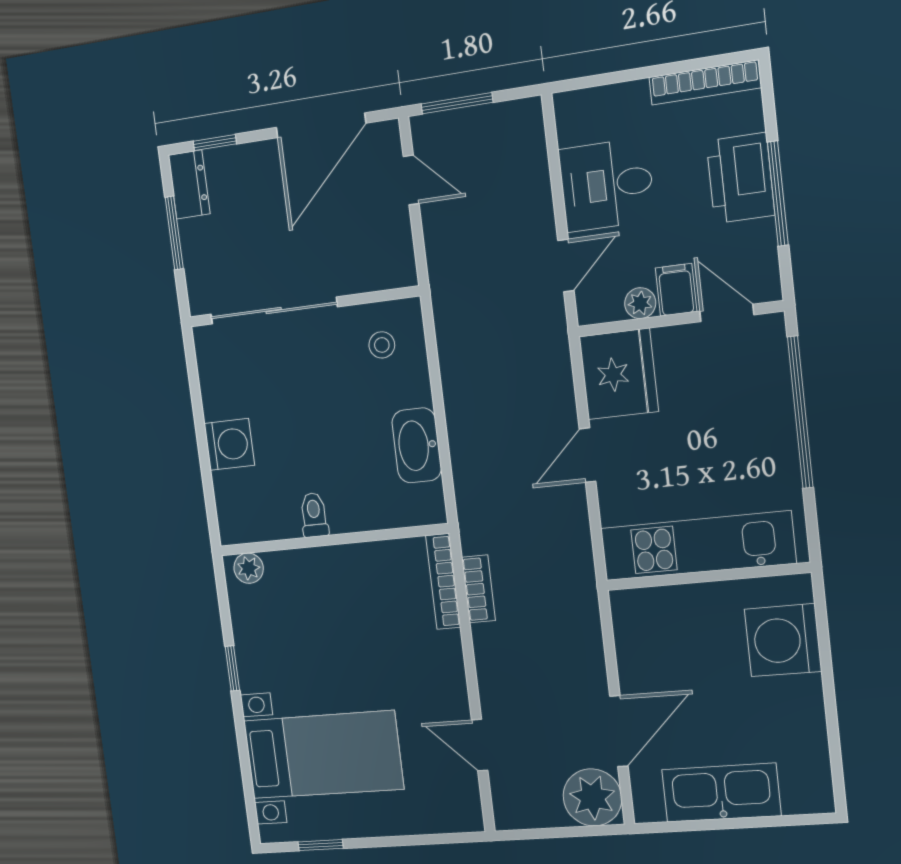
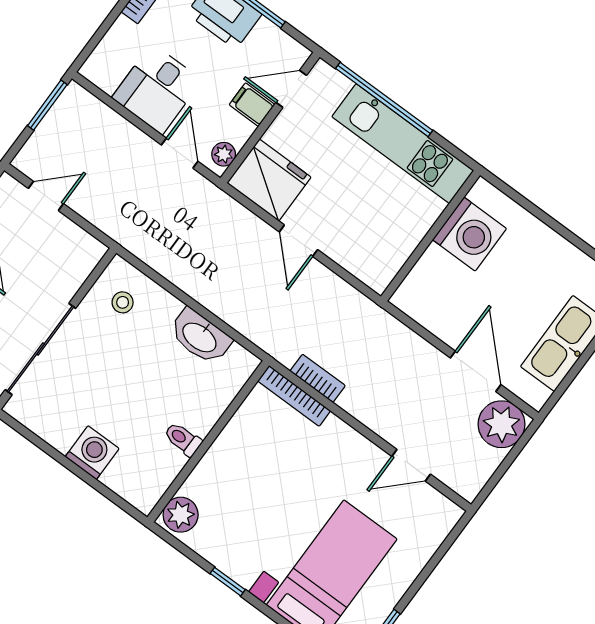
window: (457, 103) -> (47, 105), moved
plant: (640, 303) -> (224, 154), moved
kitchen unit: (697, 546) -> (403, 144), moved, turned -90
plant: (249, 568) -> (181, 515), width x1.38, depth x1.38
washing machine: (783, 640) -> (470, 234), moved, turned -90

